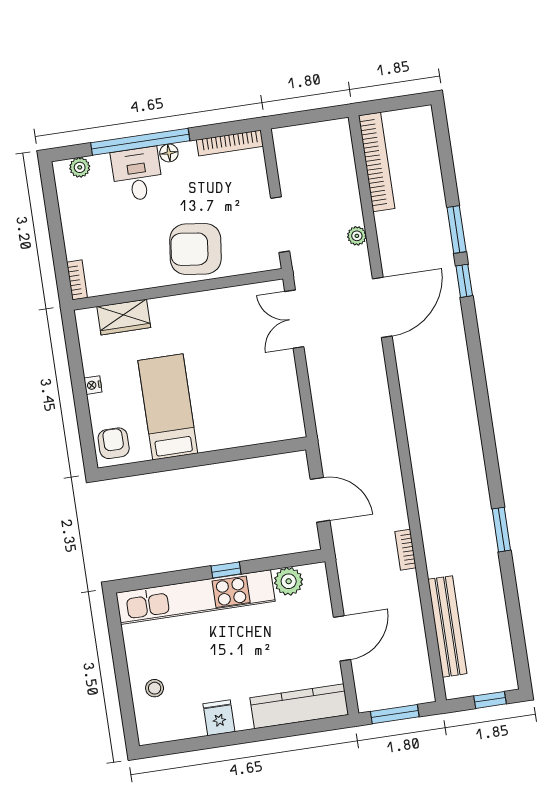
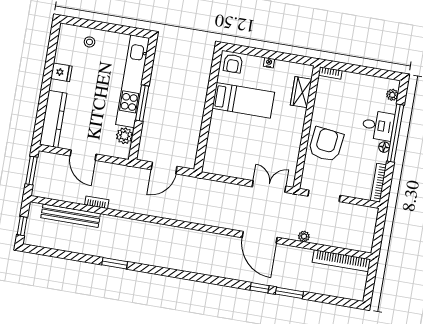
armchair: (114, 443) -> (233, 64), turned 90
bookcase: (406, 550) -> (97, 202), moved
window: (226, 570) -> (142, 103), width x2.17

